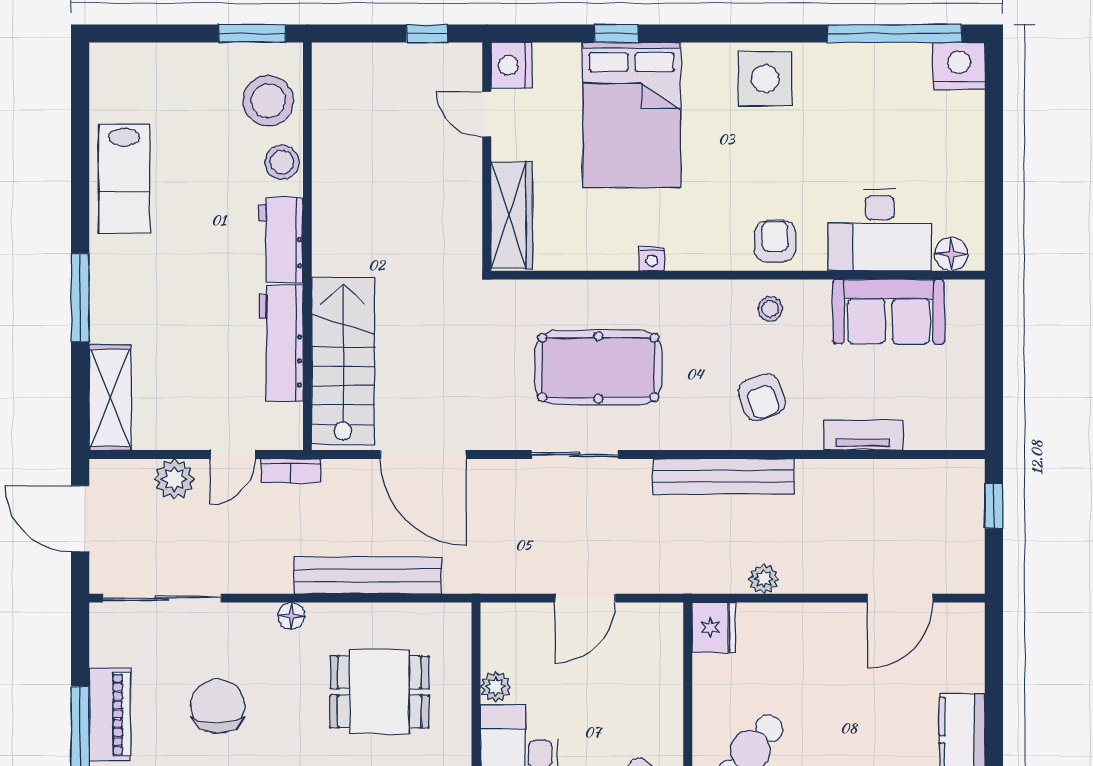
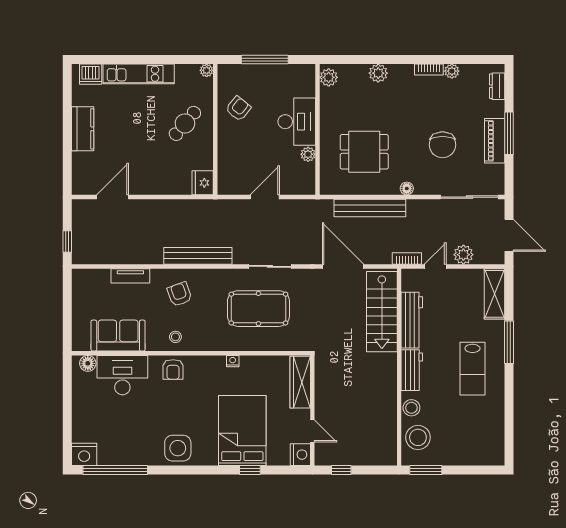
lab bench: (124, 179) -> (472, 369), moved, turned 180
plant: (764, 579) -> (178, 206), removed

